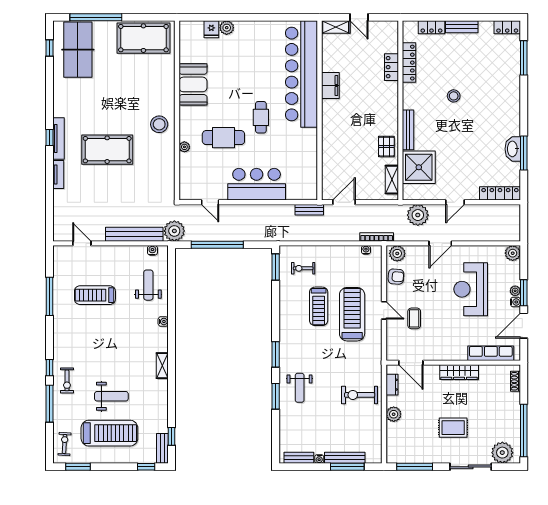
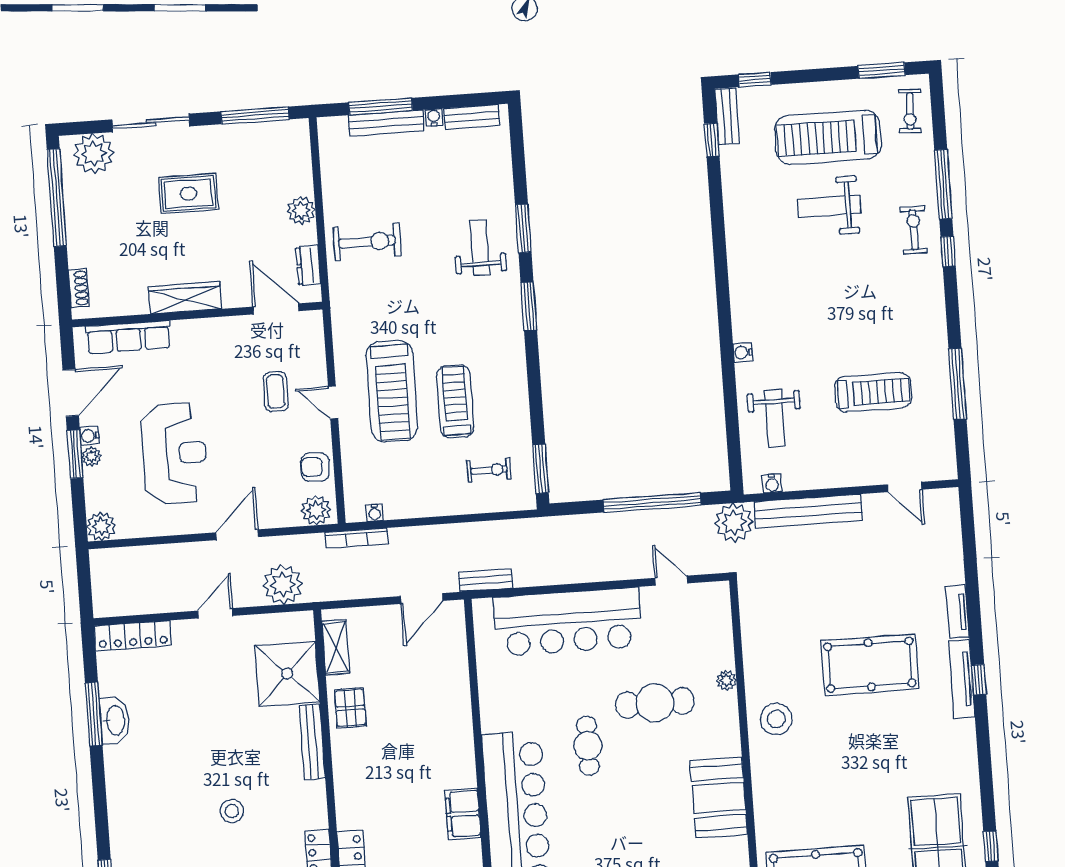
bar counter: (257, 184) -> (568, 622), width x1.36
shelving: (162, 366) -> (738, 270), removed

